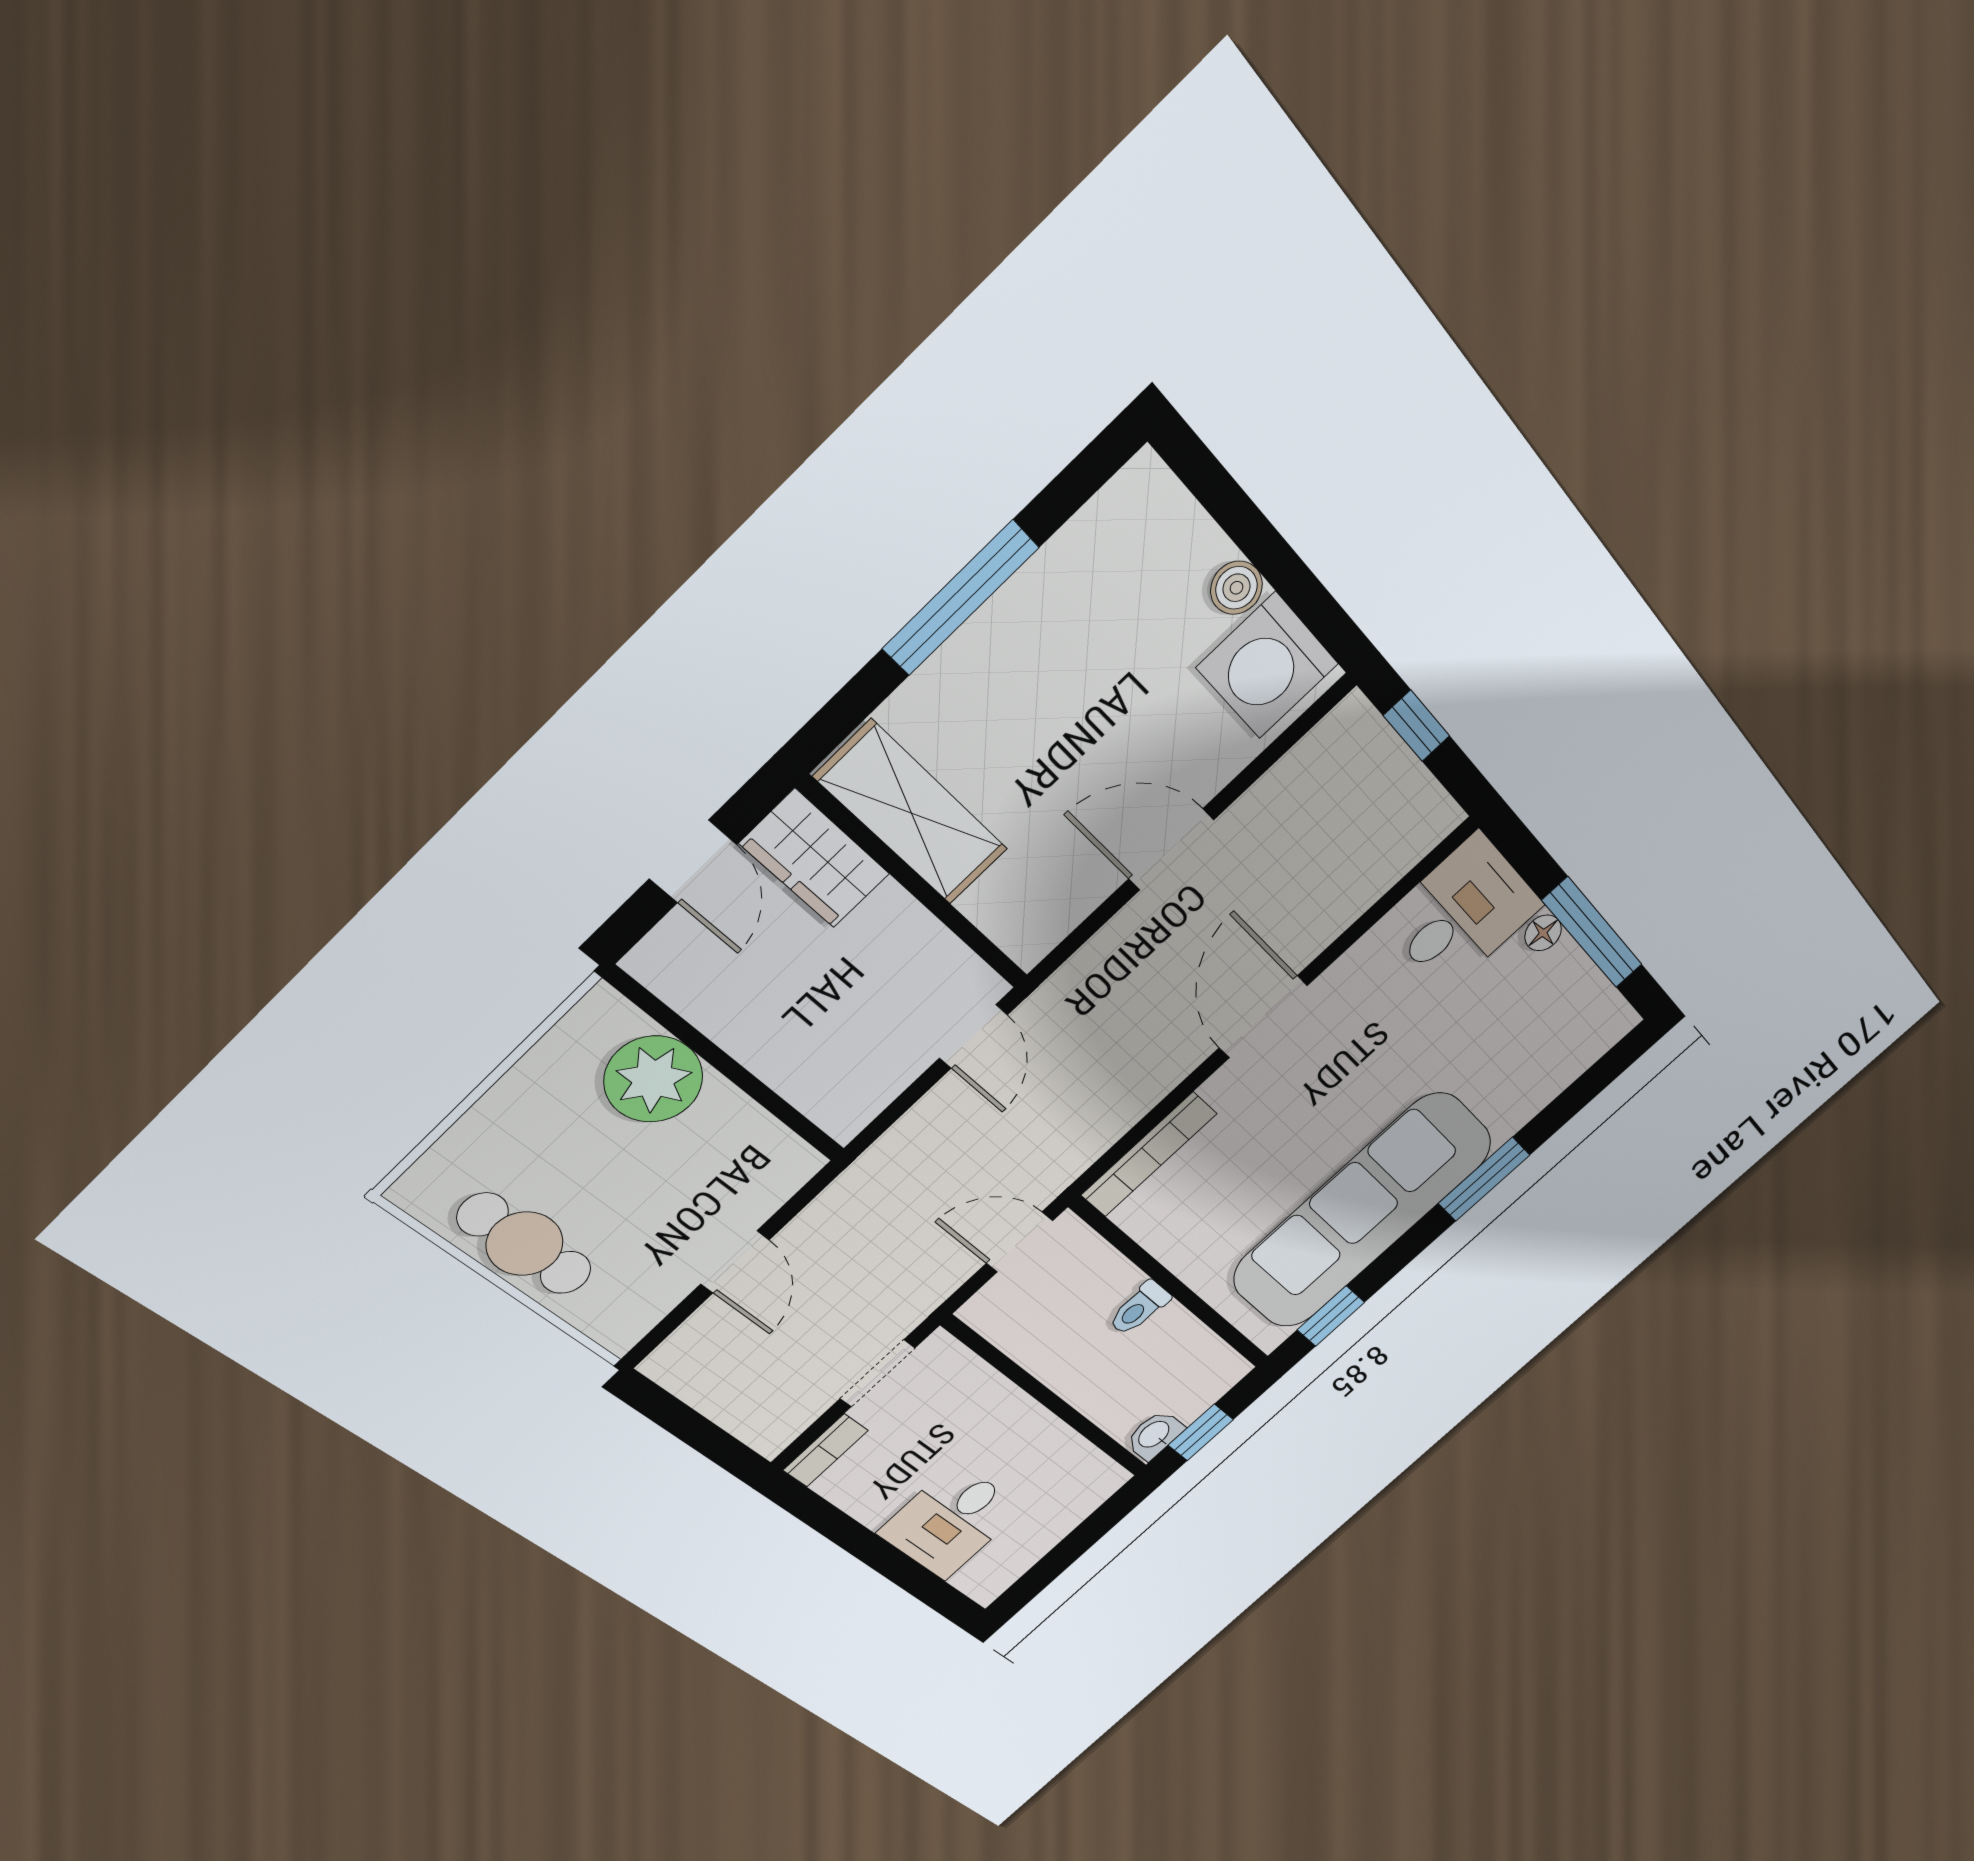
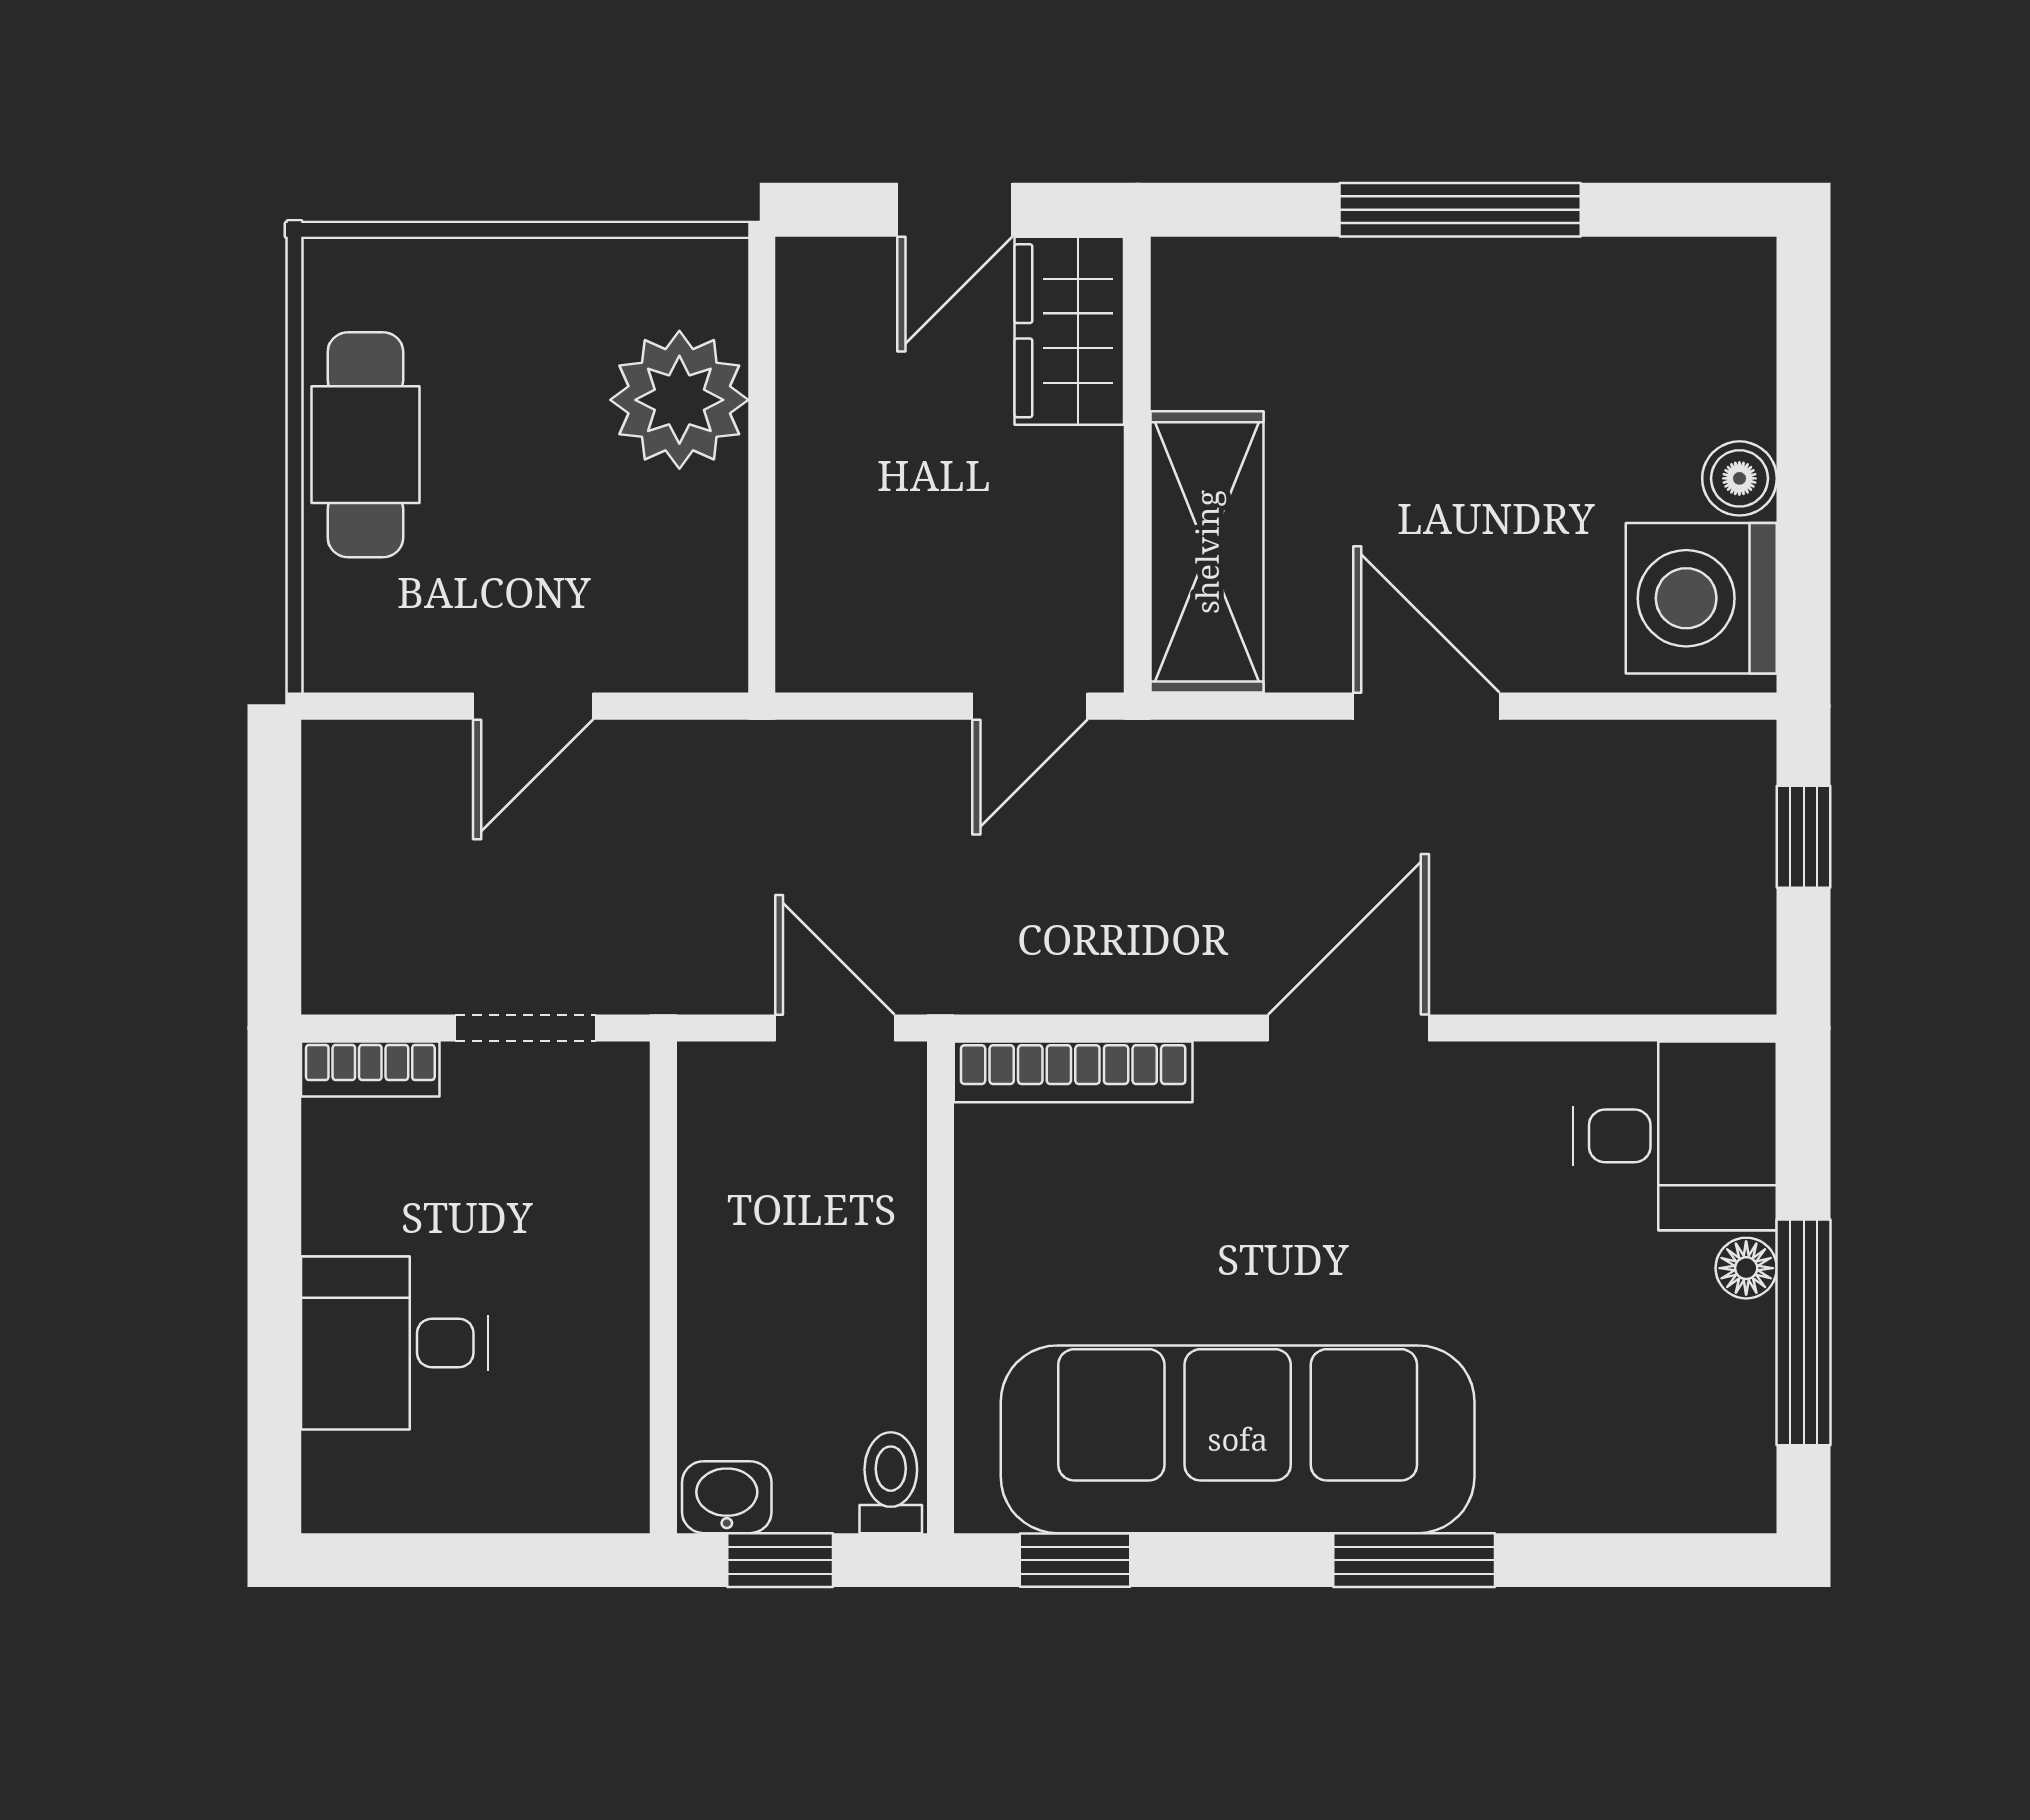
shelving: (912, 813) -> (1207, 552), moved
toilet: (1139, 1308) -> (891, 1483), moved, turned 90

